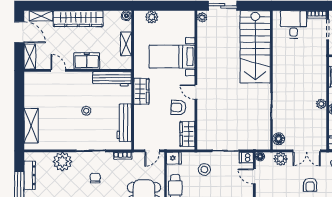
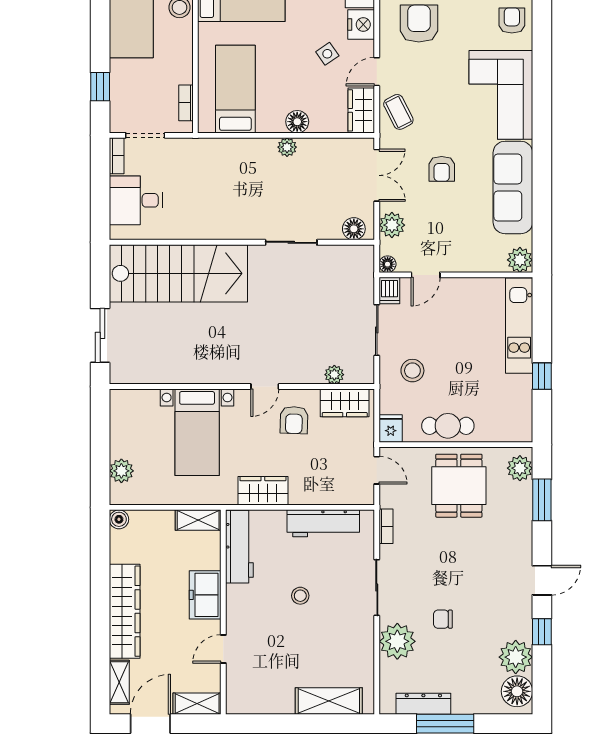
plant: (202, 17) -> (334, 375), moved
shelving: (126, 44) -> (198, 520), moved
chair: (95, 178) -> (443, 619), moved
armchair: (310, 185) -> (442, 169), turned 90

